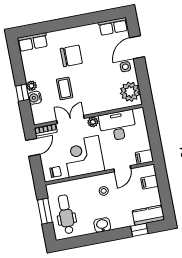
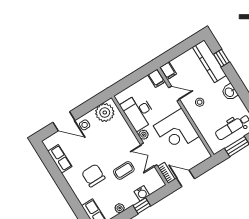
row of seats: (113, 26) -> (60, 159), moved
plant: (31, 86) -> (120, 208), moved
chair: (56, 172) -> (199, 150), removed
filing cabinet: (149, 182) -> (168, 71), moved
kitchen counter: (148, 215) -> (209, 61), width x1.50

